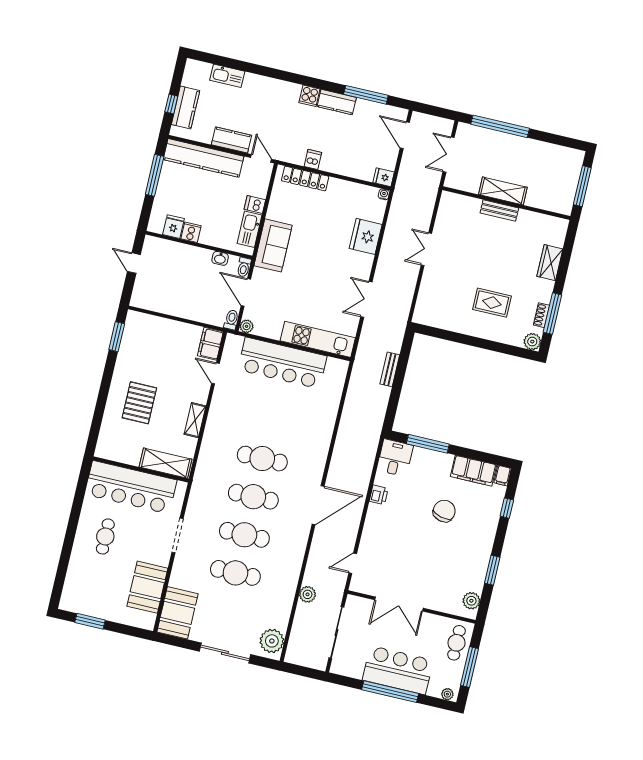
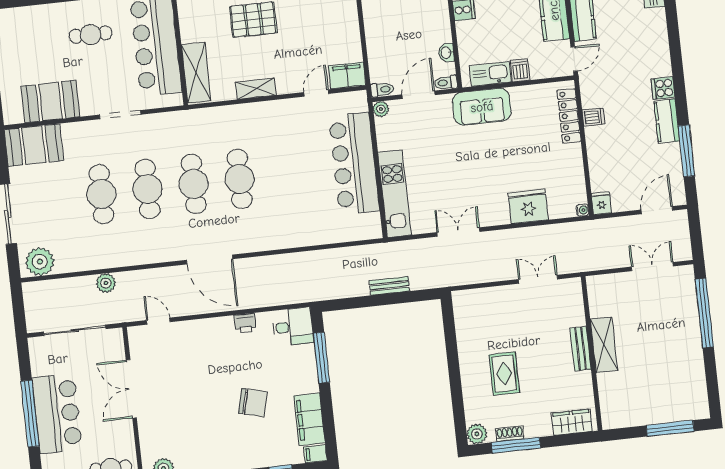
shelving: (503, 191) -> (604, 345), moved
wall: (506, 203) -> (592, 353), moved
bench: (499, 210) -> (581, 349), moved

